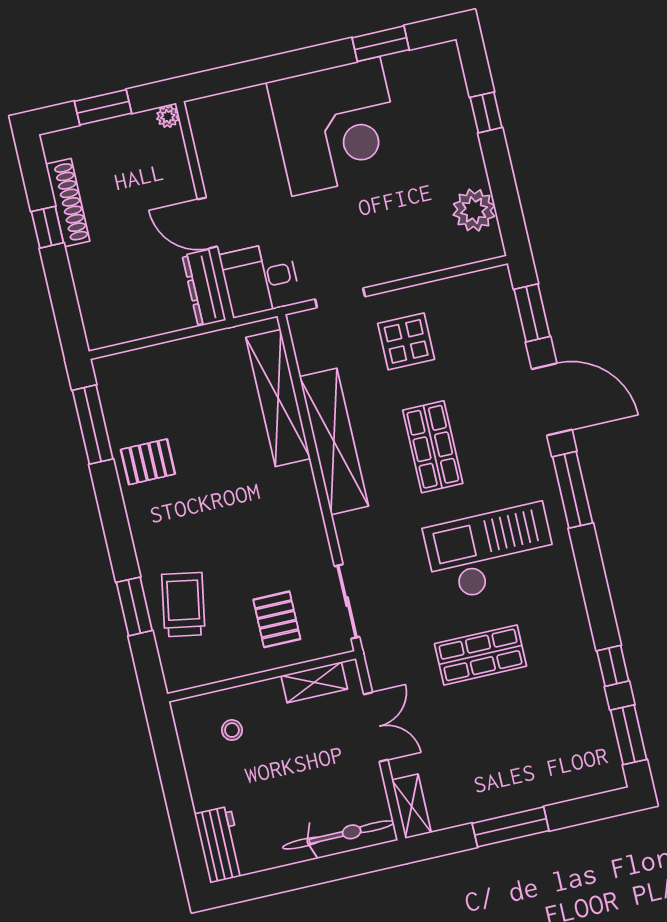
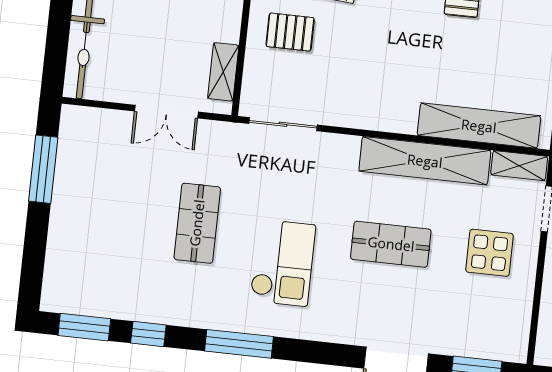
window: (573, 490) -> (239, 344), moved
checkout: (491, 552) -> (283, 263), width x0.73, depth x0.83
pallet: (277, 619) -> (290, 32), moved
shelving: (412, 806) -> (519, 166), moved
window: (511, 827) -> (43, 169), moved

